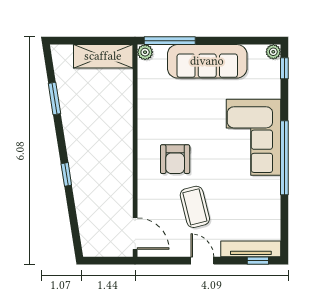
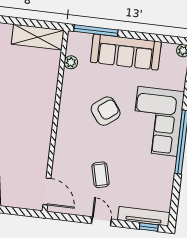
plant: (145, 52) -> (71, 62), moved
armchair: (175, 159) -> (106, 111), moved, turned -127
coffee table: (195, 207) -> (101, 175), width x0.73, depth x0.77

